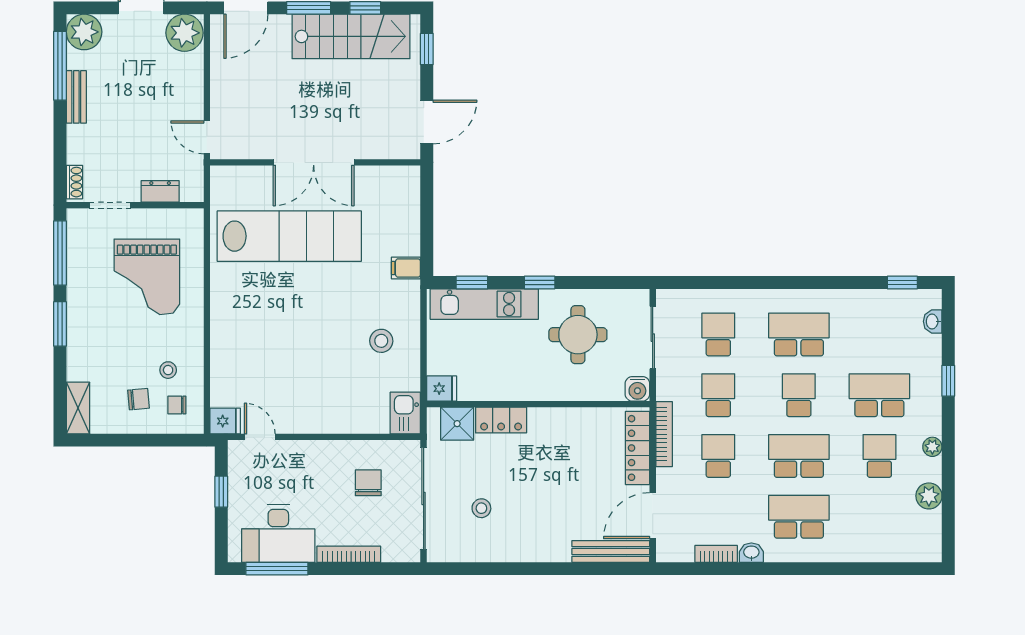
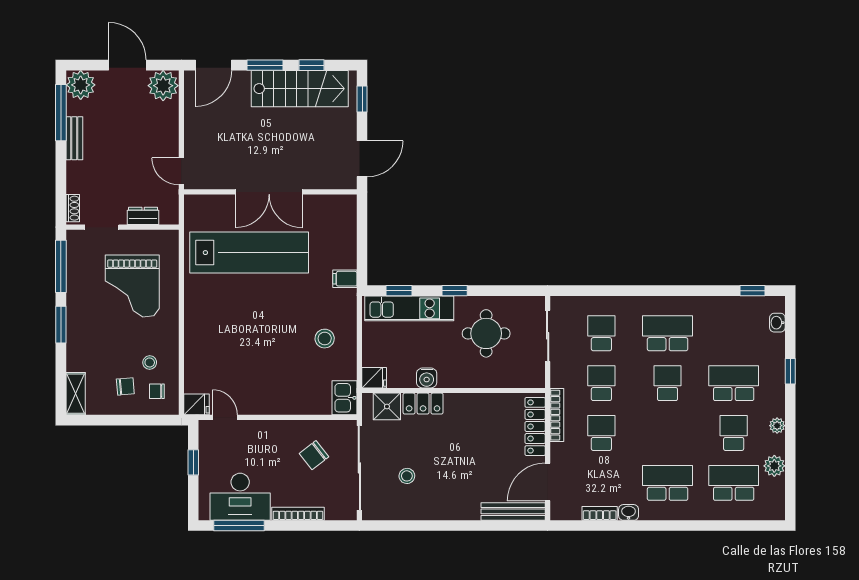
water cooler: (637, 389) -> (427, 378), moved
school desk: (799, 456) -> (734, 483), moved
chair: (368, 483) -> (314, 455), turned -128

